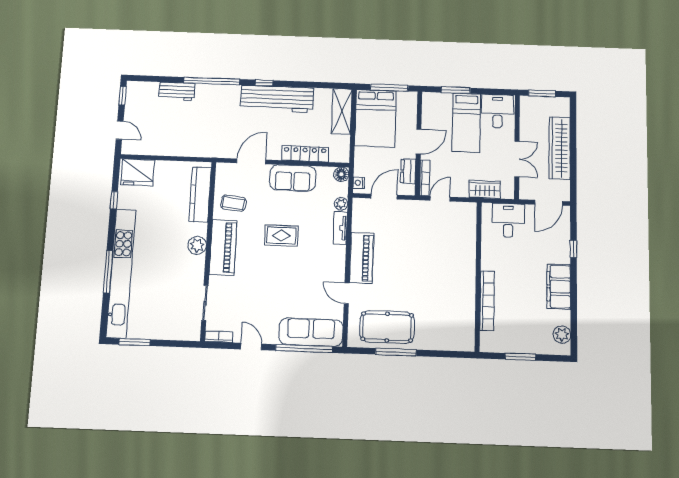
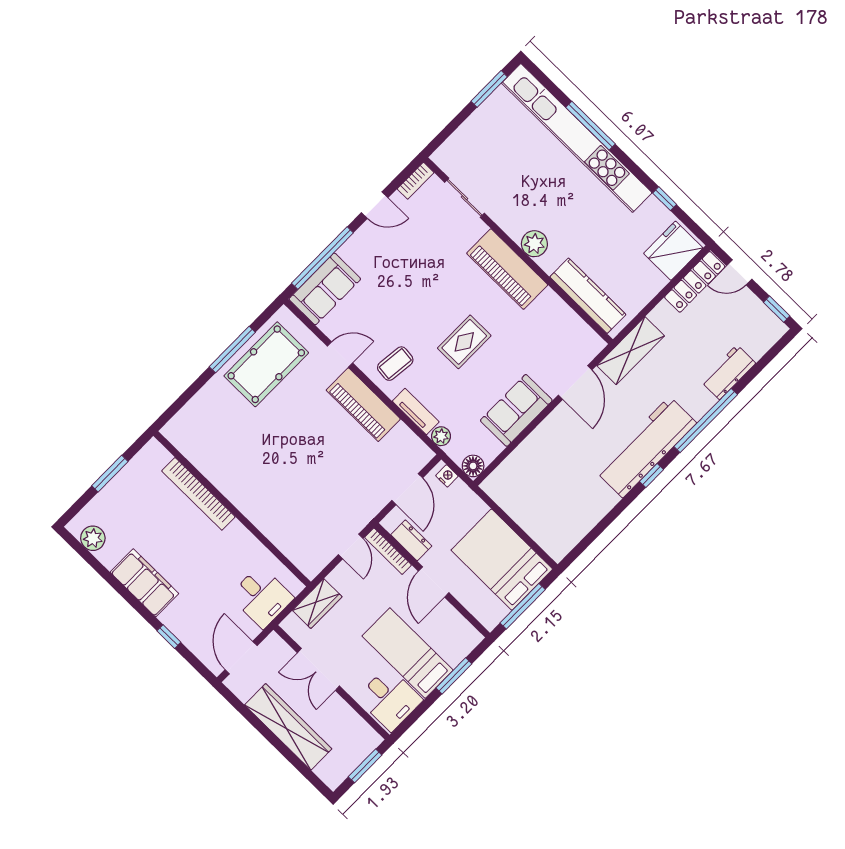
workbench: (277, 99) -> (646, 447), moved
shelving: (342, 111) -> (631, 351), moved, turned 90
locker: (305, 154) -> (695, 282), moved
coffee table: (233, 203) -> (395, 364), moved
sofa: (311, 332) -> (325, 289), width x0.73

